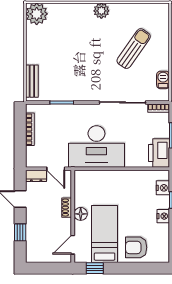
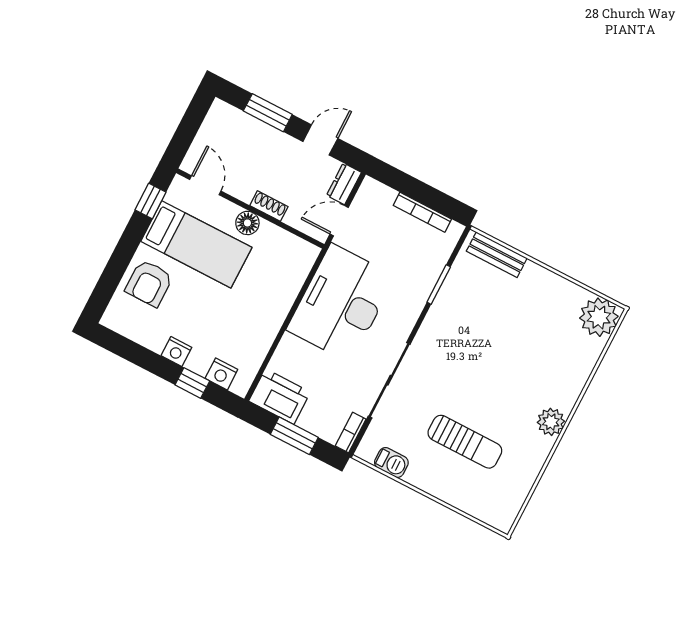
sun lounger: (134, 49) -> (465, 442), turned -35
window: (20, 232) -> (268, 113), width x1.50
armchair: (136, 247) -> (149, 283), turned 180

